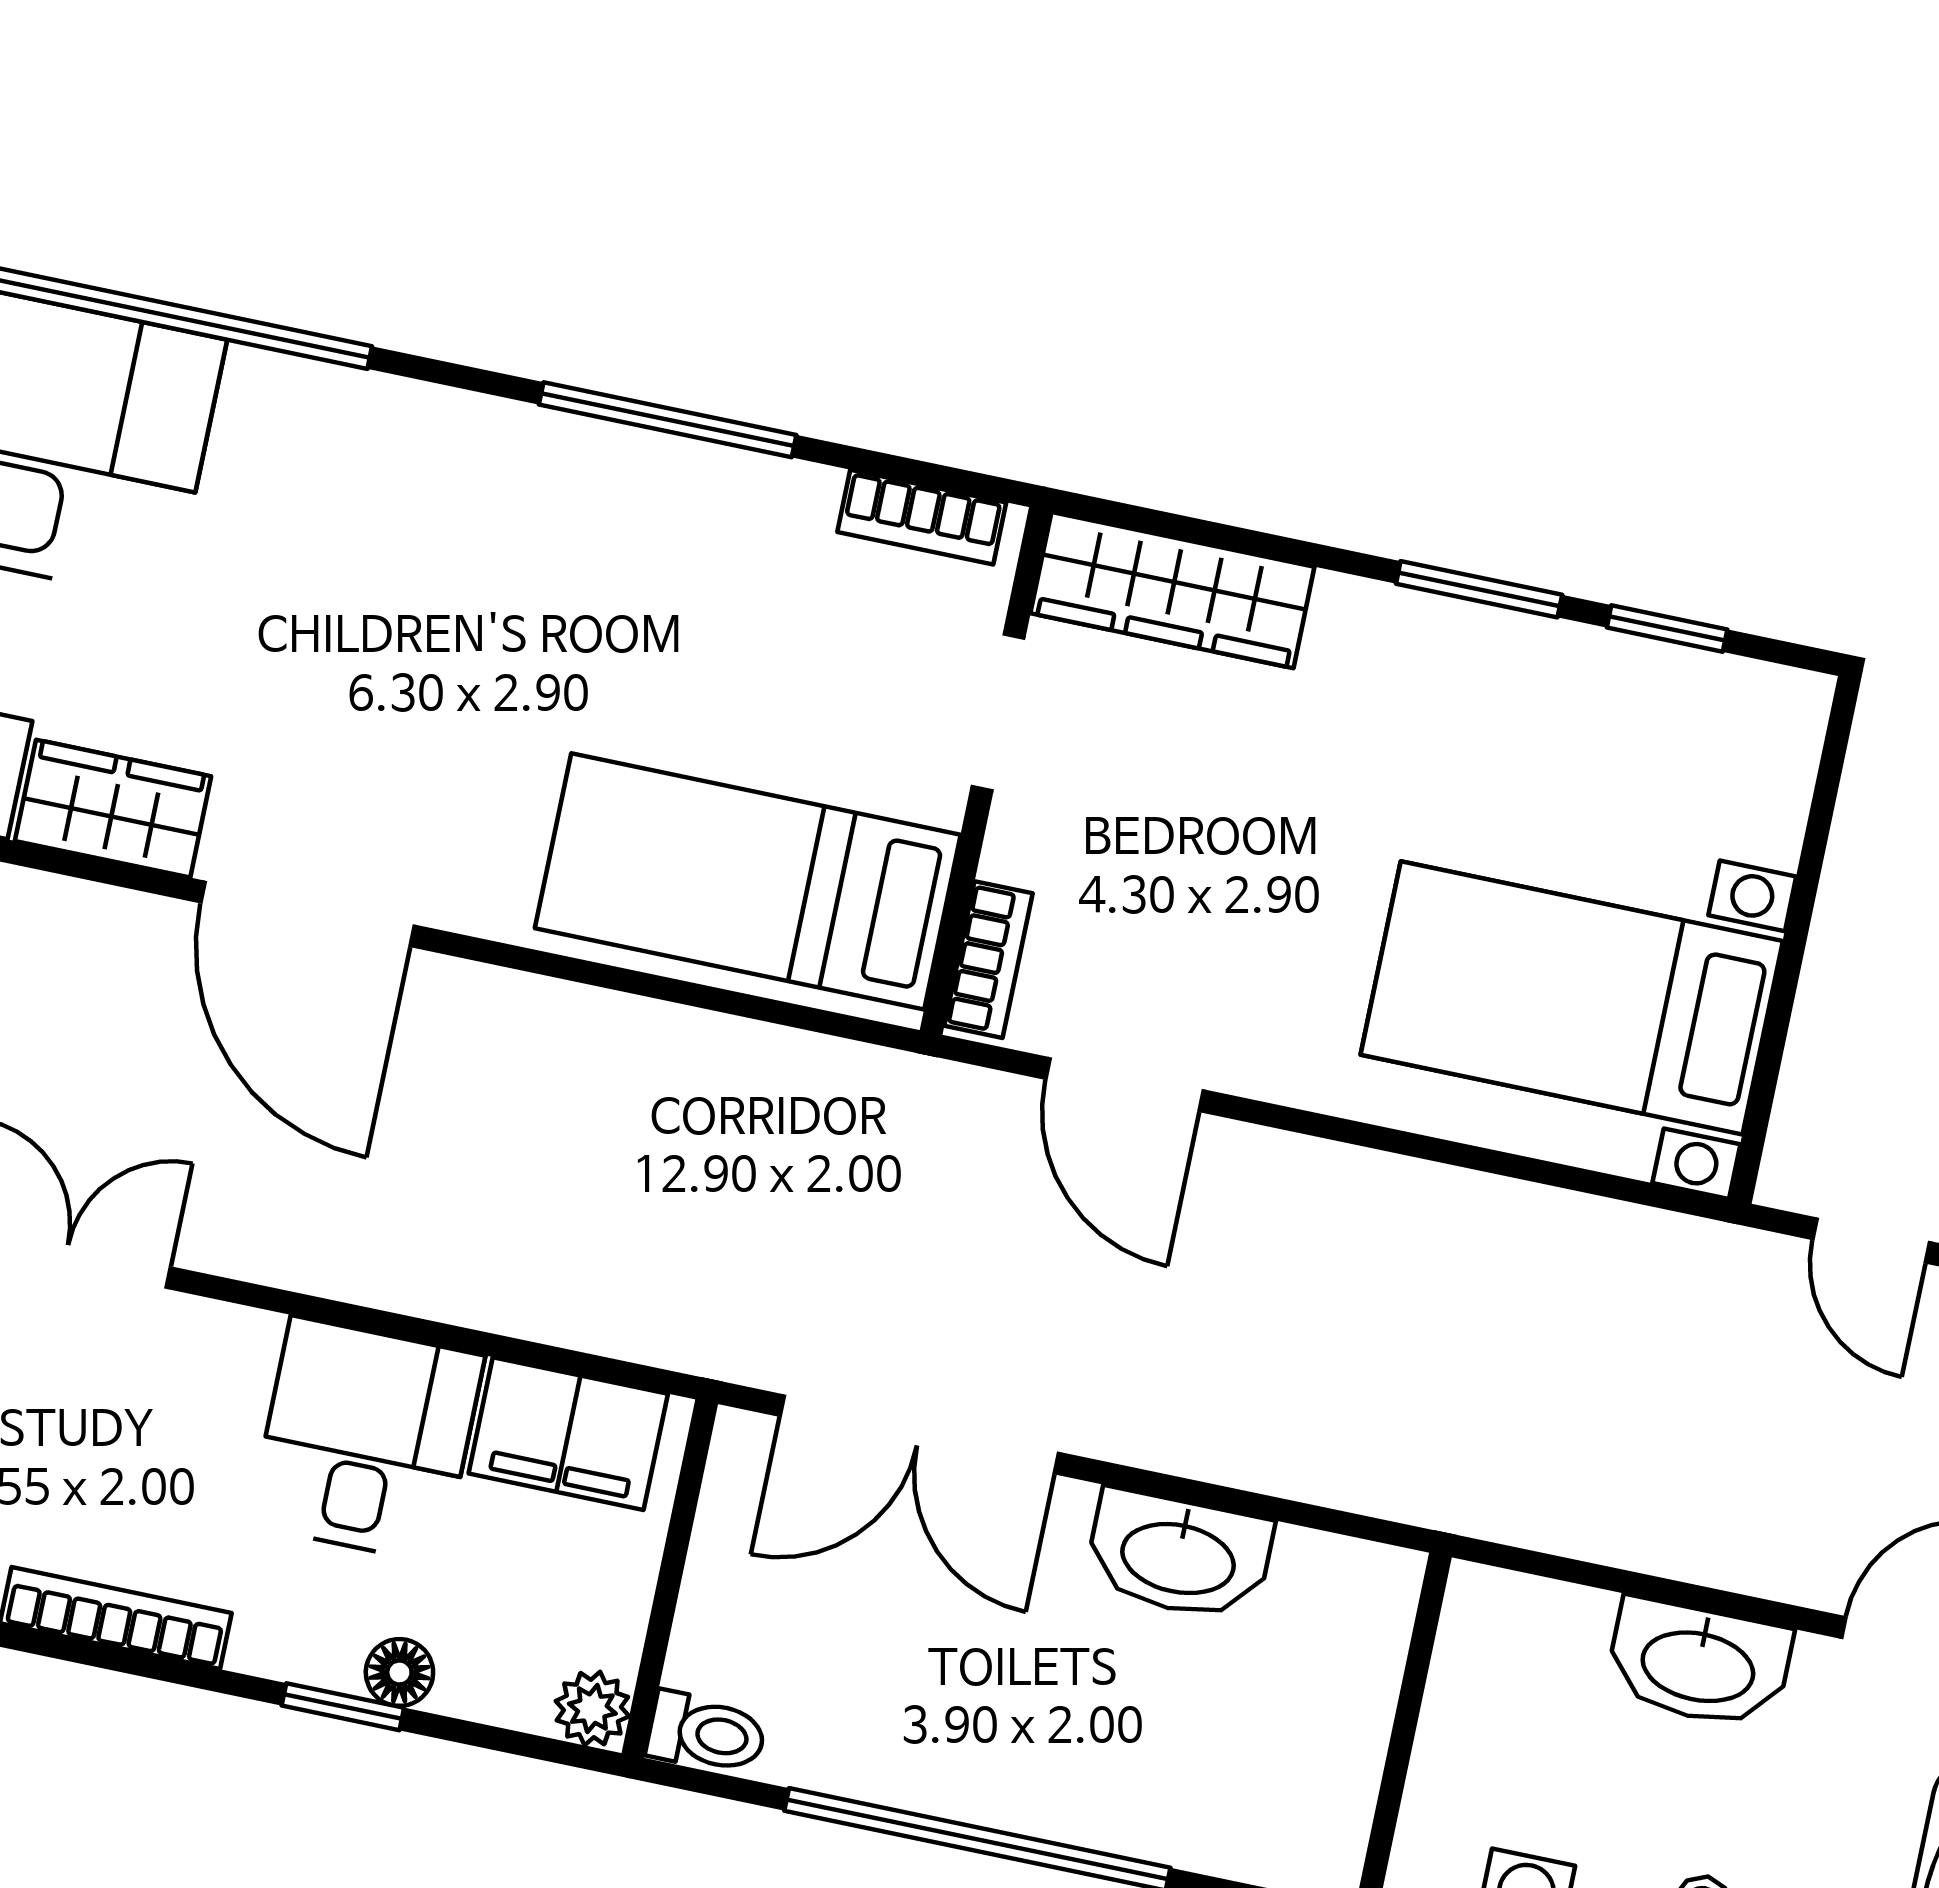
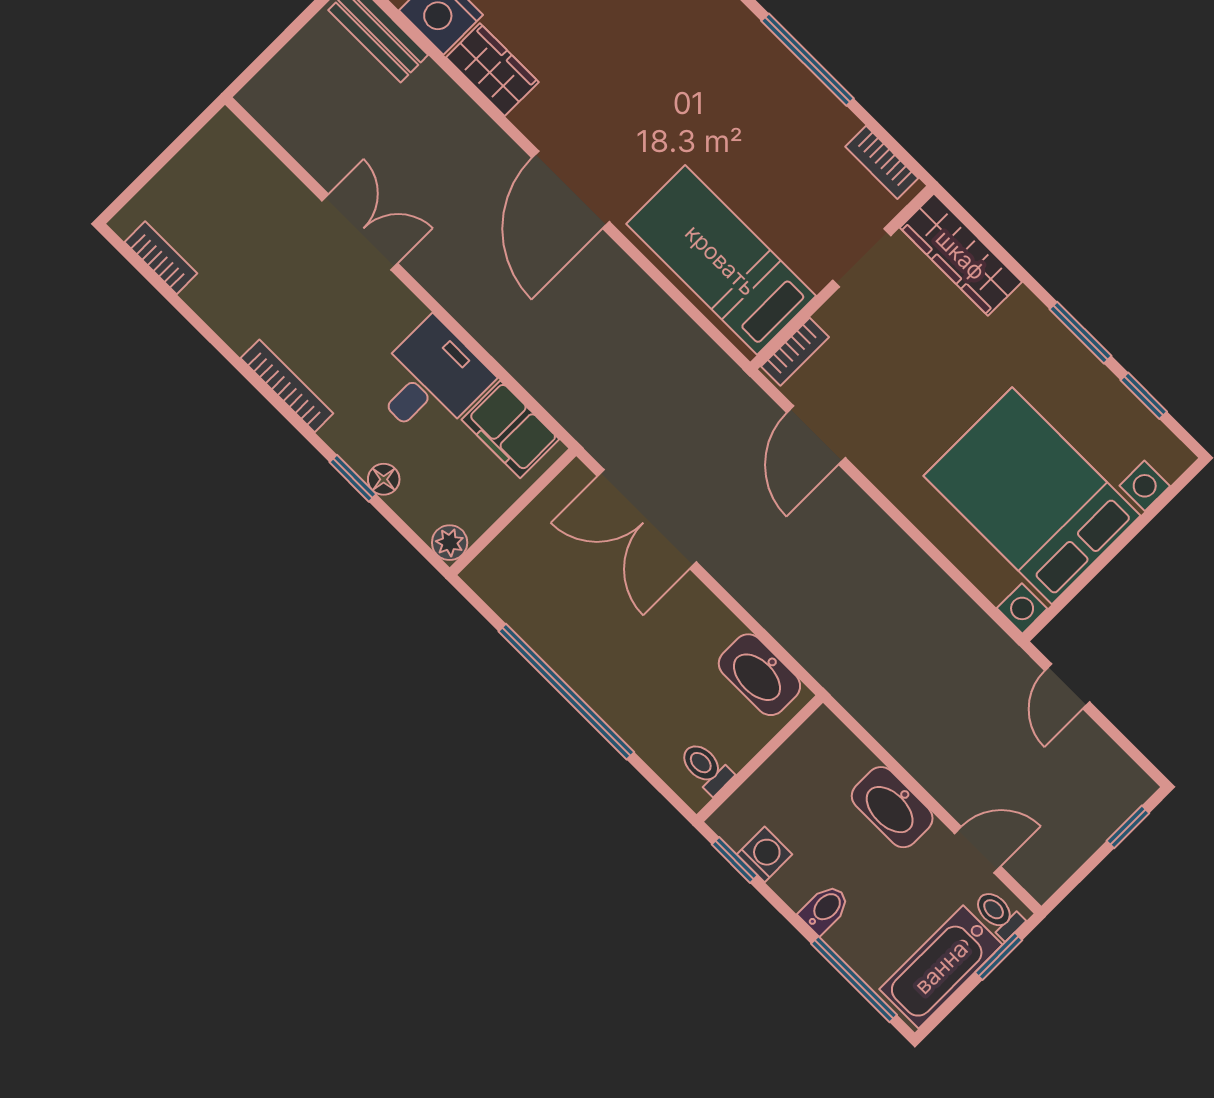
door: (308, 914) -> (571, 190), moved
bed with nightstands: (1572, 998) -> (1032, 496), width x1.36
washbasin: (1179, 1555) -> (759, 675), moved
toilet: (707, 1733) -> (706, 768), moved, turned 180

